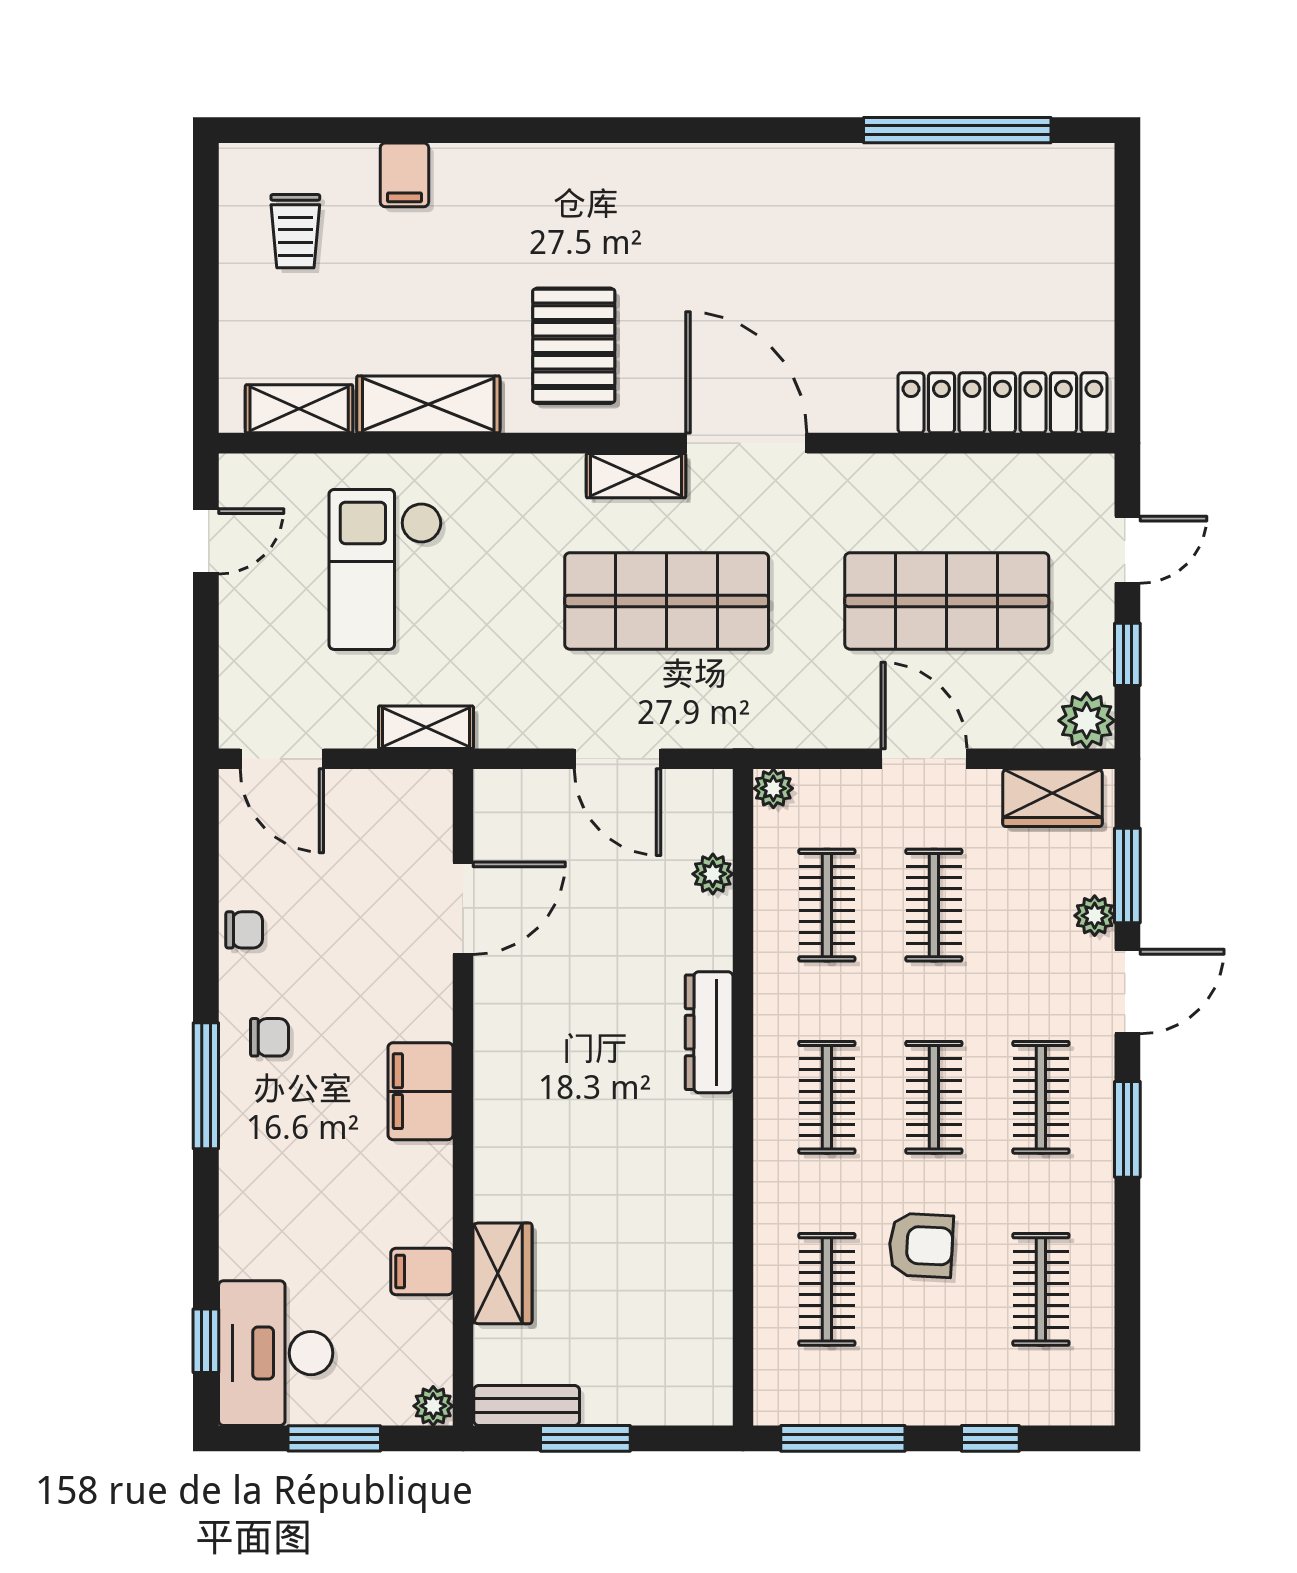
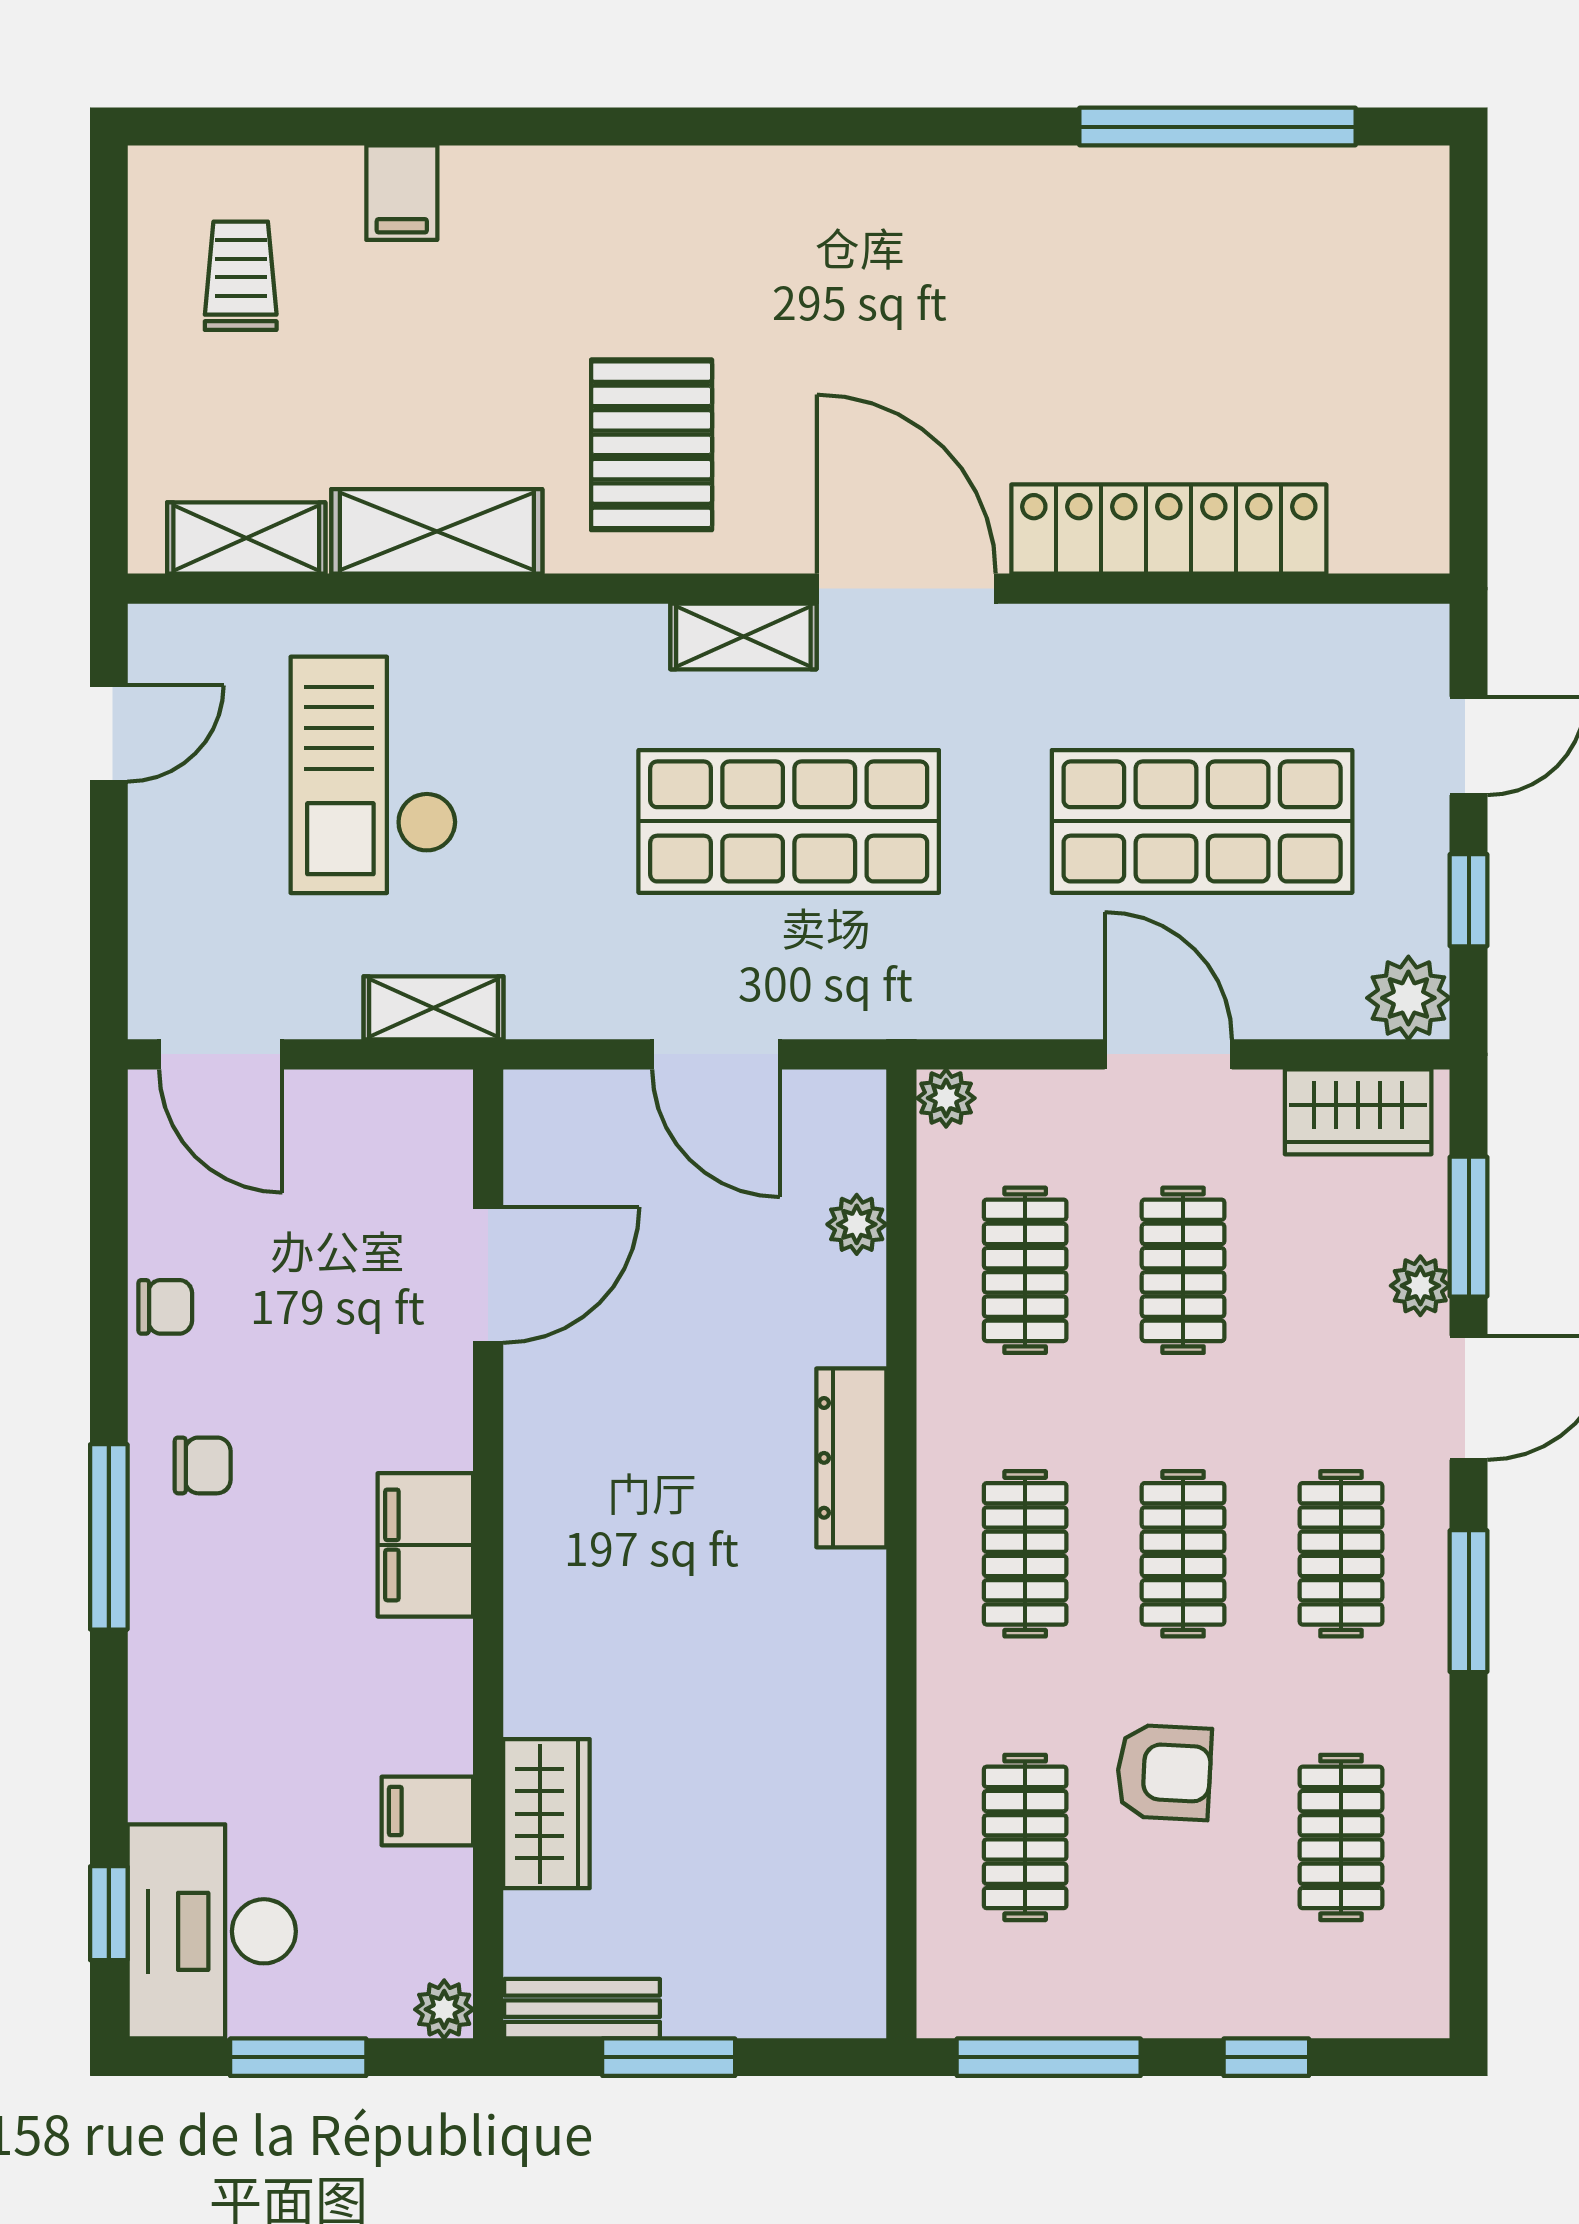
trolley: (295, 231) -> (241, 276), turned 180
locker: (1002, 403) -> (1169, 529), moved

